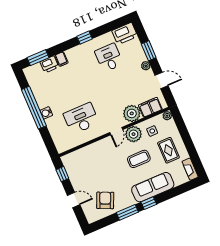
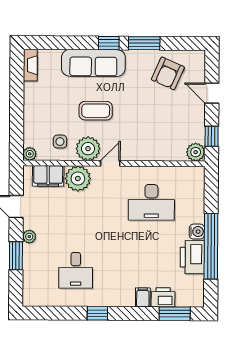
printer: (125, 34) -> (192, 257), moved, turned -90
rug: (168, 150) -> (49, 105), removed
plant: (68, 160) -> (196, 152), added

